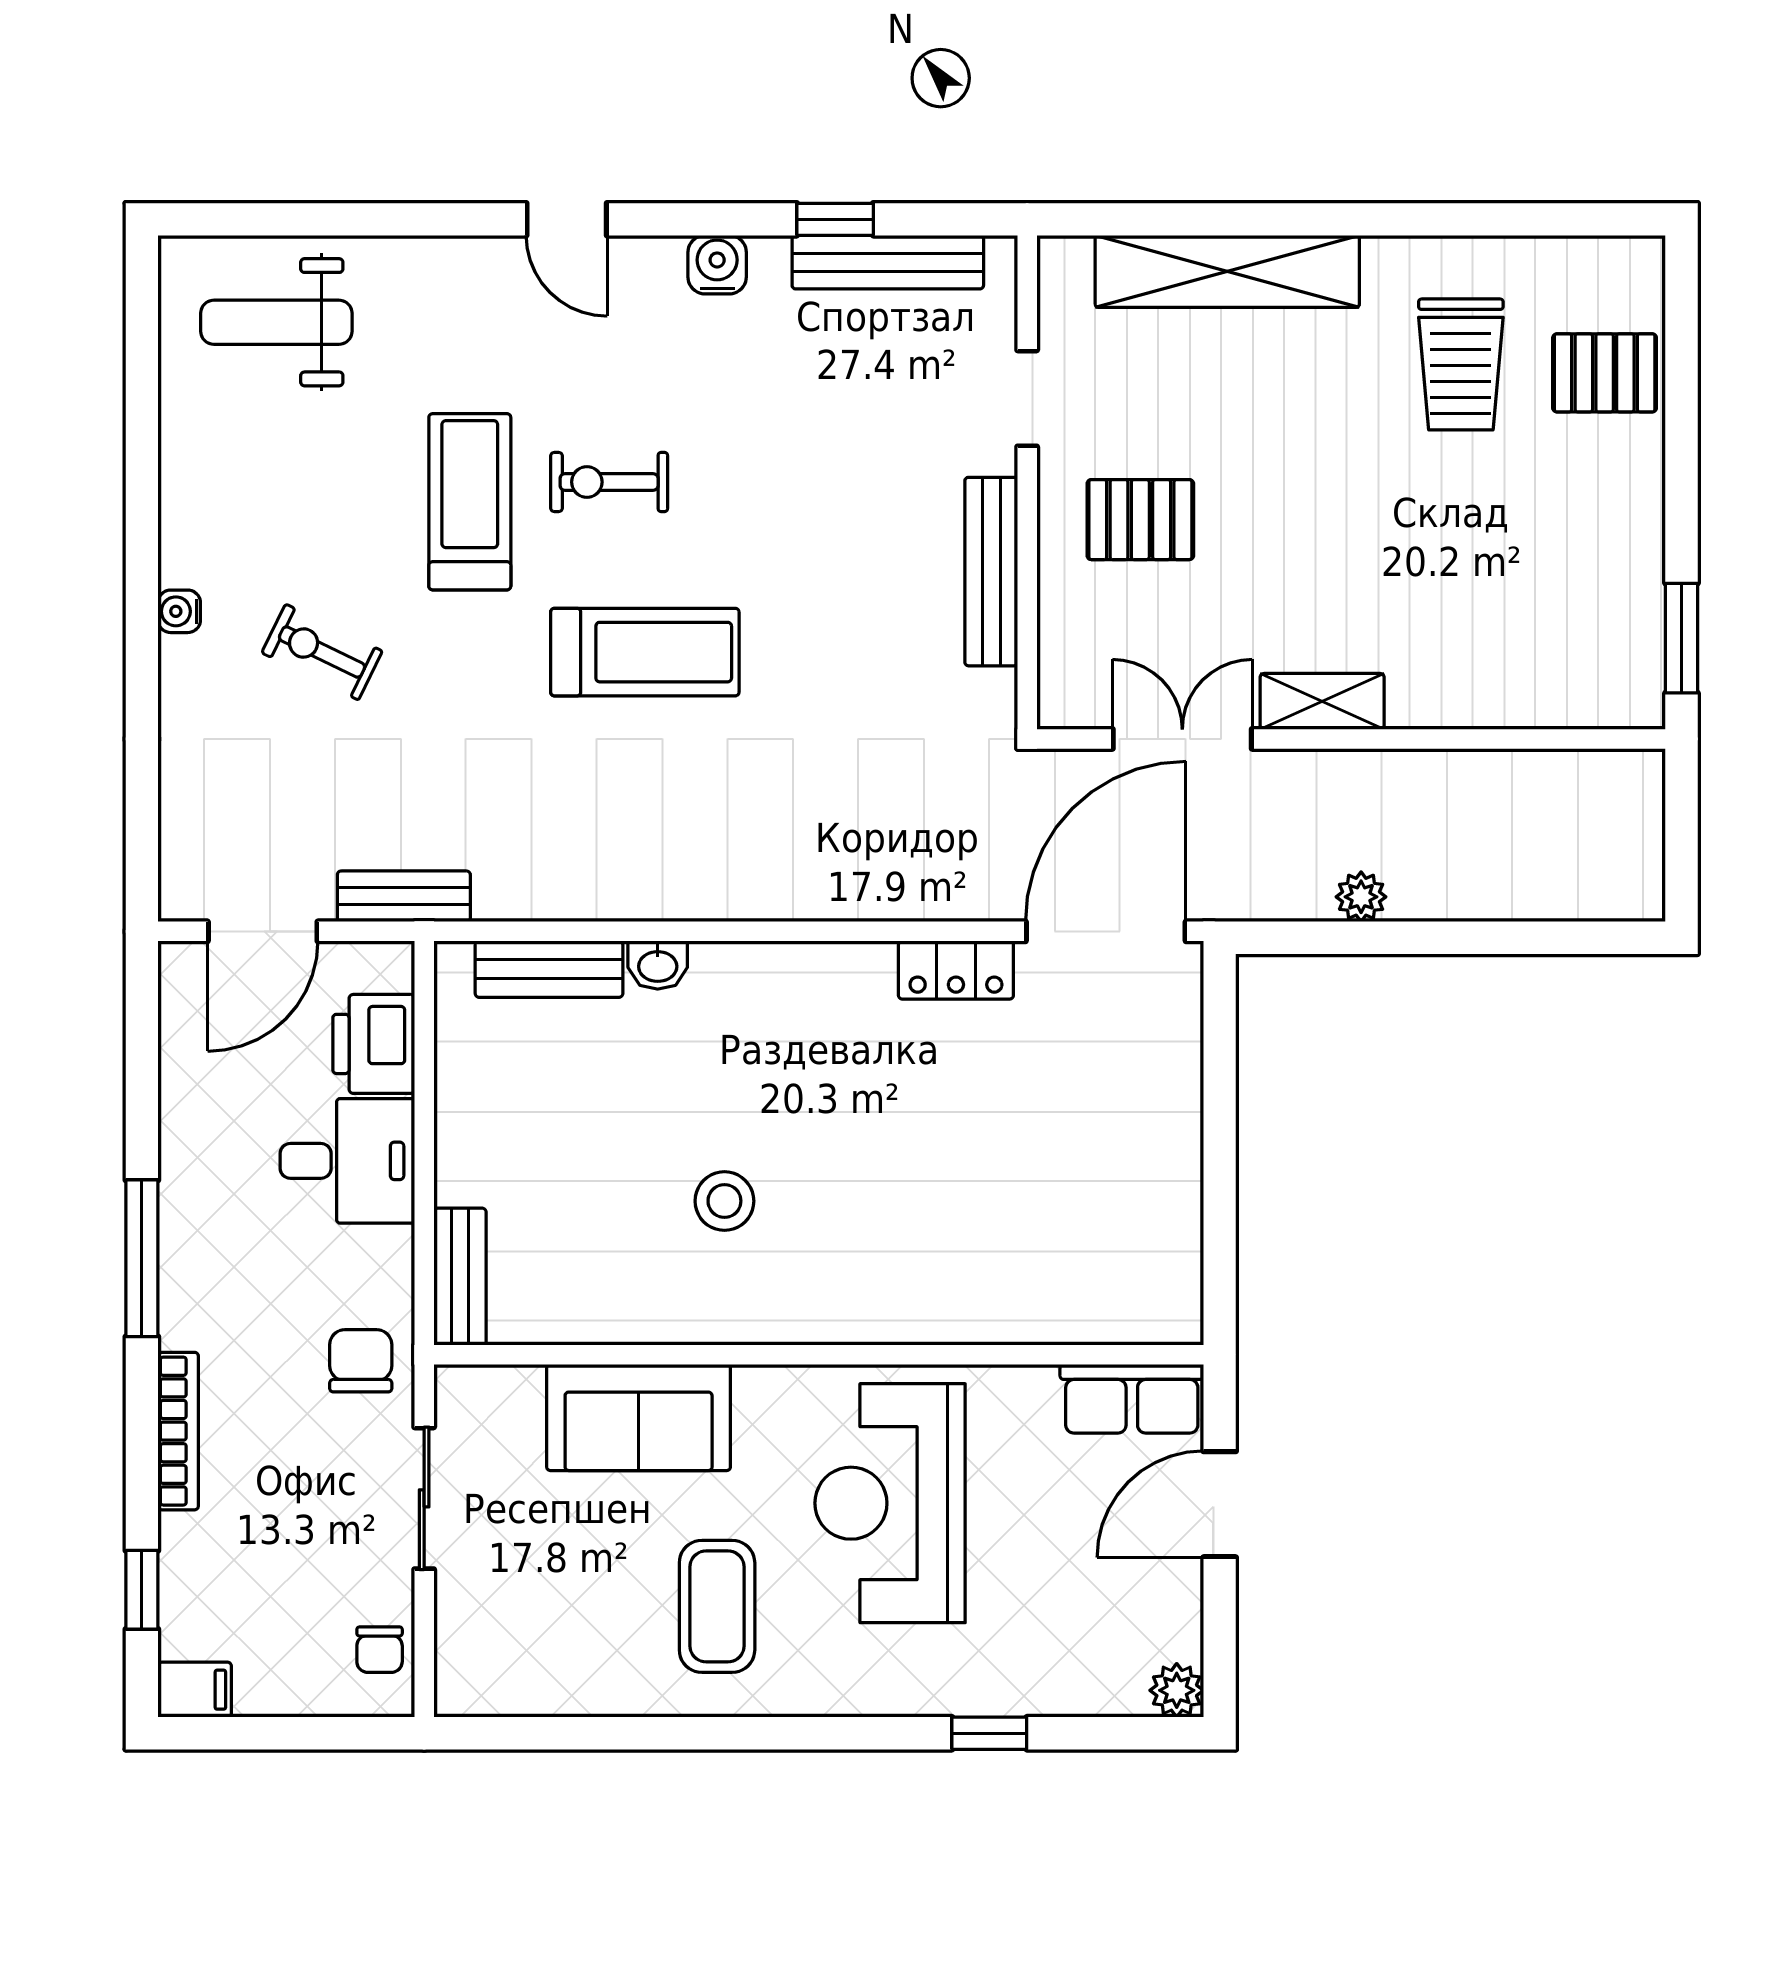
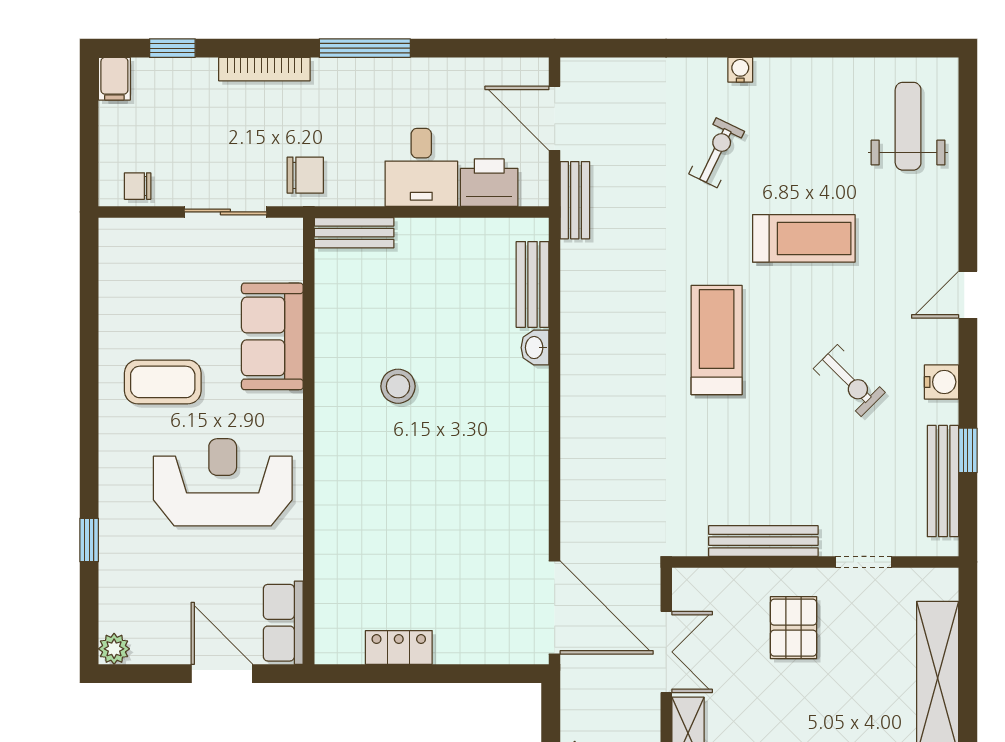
exercise bike: (609, 482) -> (849, 381), moved, turned 135
treadmill: (645, 652) -> (717, 340), turned 180
locker: (956, 970) -> (399, 647), moved, turned 90

